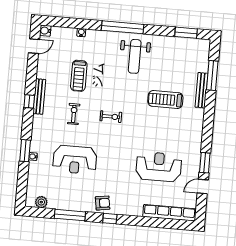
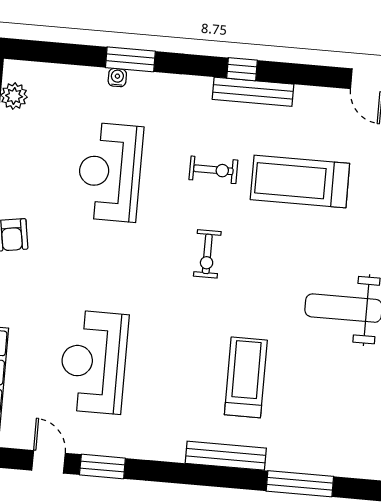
treadmill: (79, 76) -> (300, 181), width x1.37, depth x1.38
bench: (201, 90) -> (226, 456), moved
reception desk: (159, 167) -> (94, 362), turned 180

